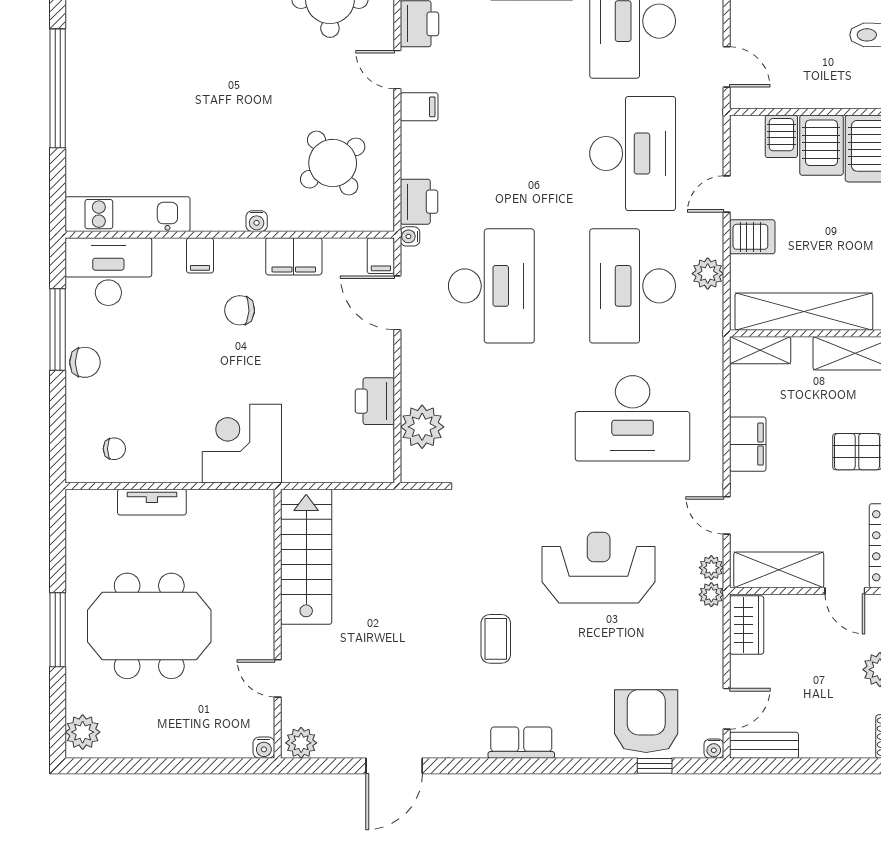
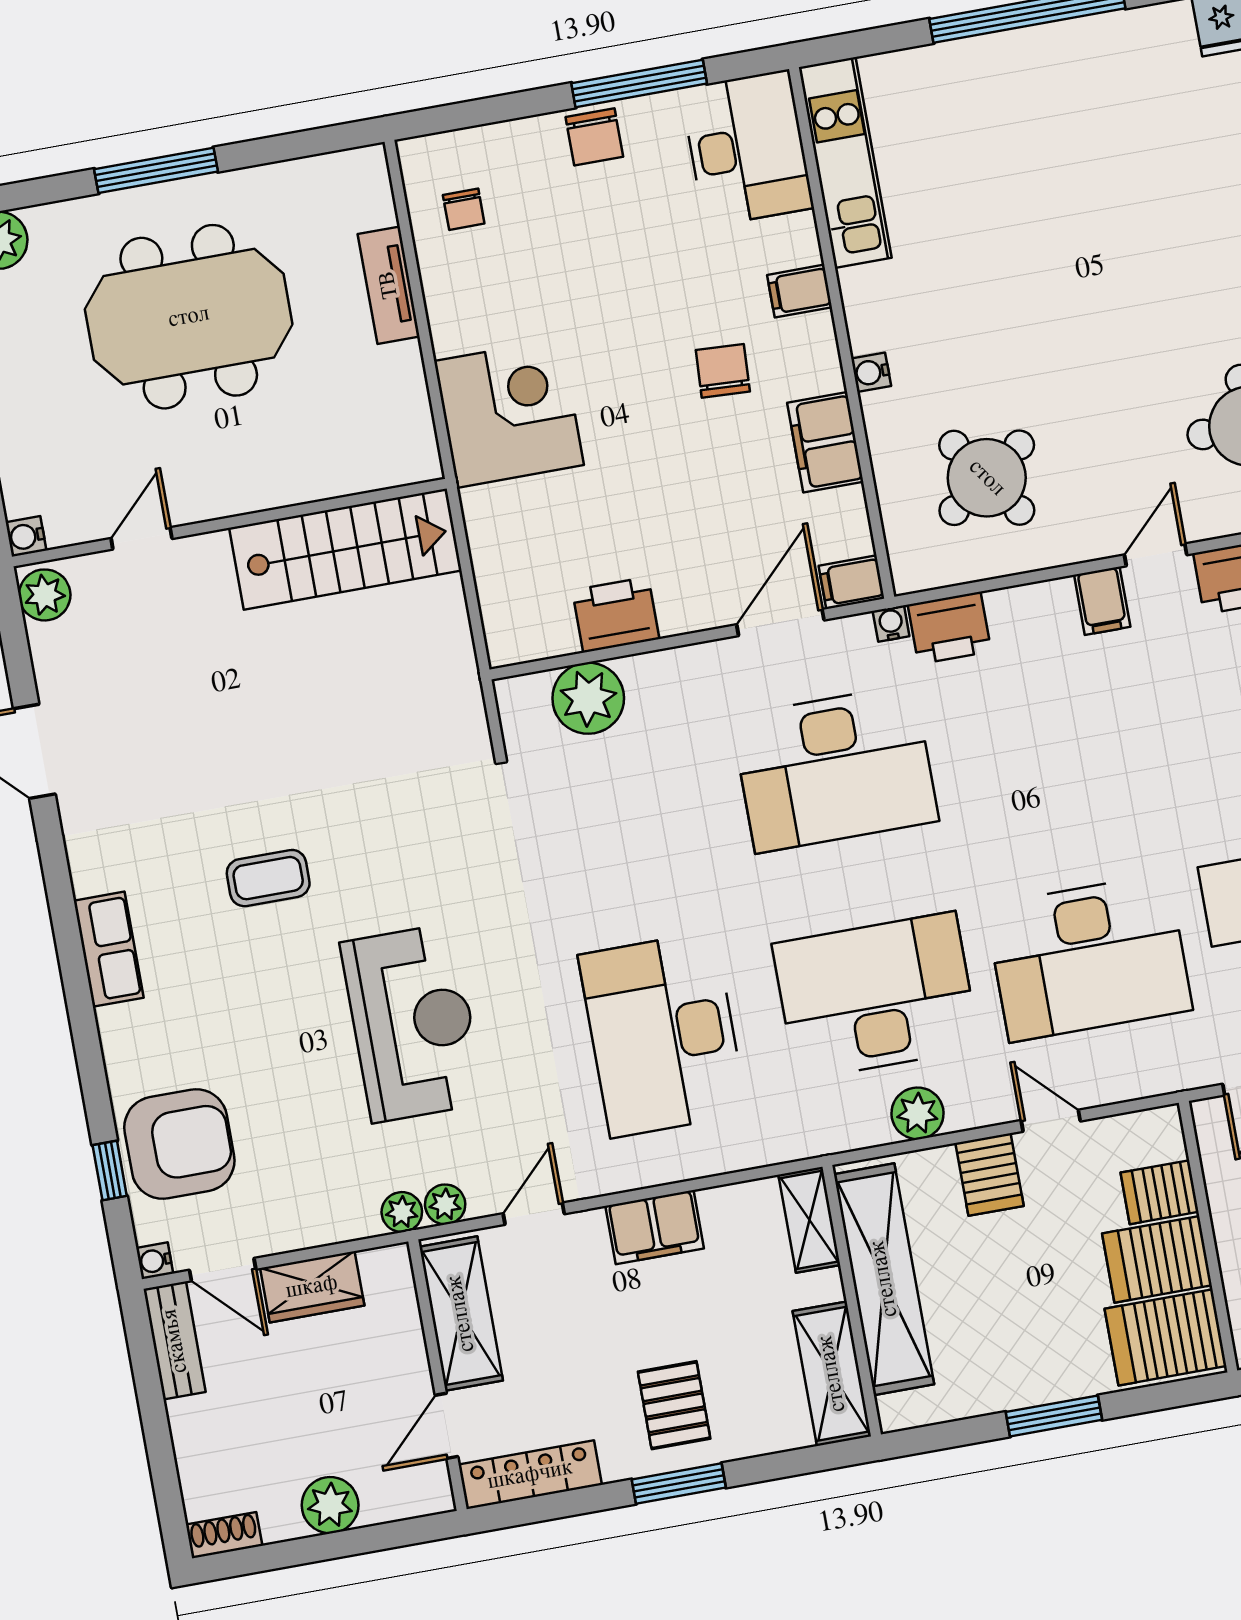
wardrobe: (747, 625) -> (312, 1287), moved
meeting table: (149, 626) -> (189, 317), turned 90

